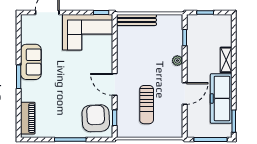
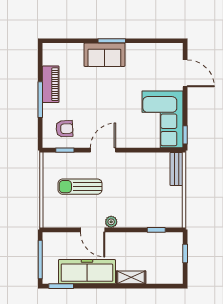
bench: (136, 20) -> (177, 169), width x0.73
plant: (177, 61) -> (111, 222), moved
sofa: (31, 62) -> (104, 55), moved
piano: (28, 118) -> (51, 84), moved, turned -90
armchair: (96, 118) -> (64, 129), width x0.53, depth x0.53

